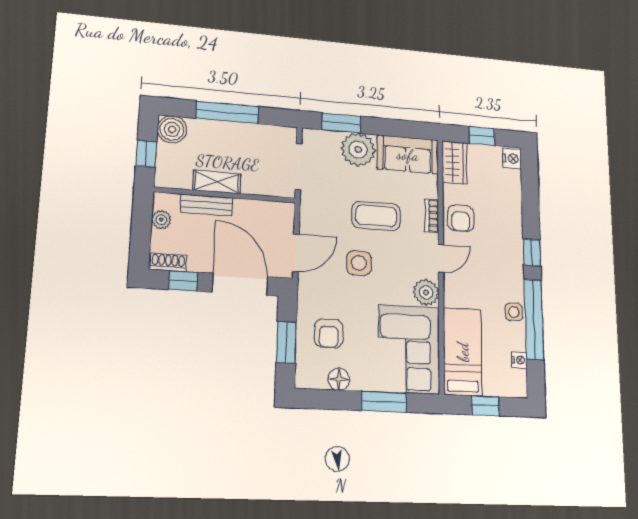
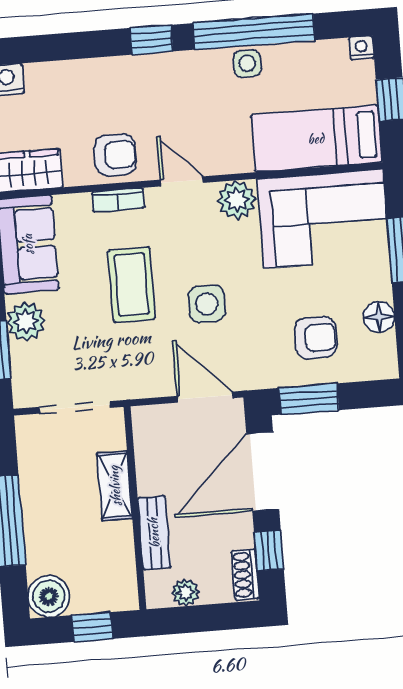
plant: (358, 150) -> (26, 322), width x0.73, depth x0.73
shelving: (217, 182) -> (115, 486), moved
window: (286, 342) -> (309, 399), moved
nightstand: (519, 360) -> (361, 48), moved

